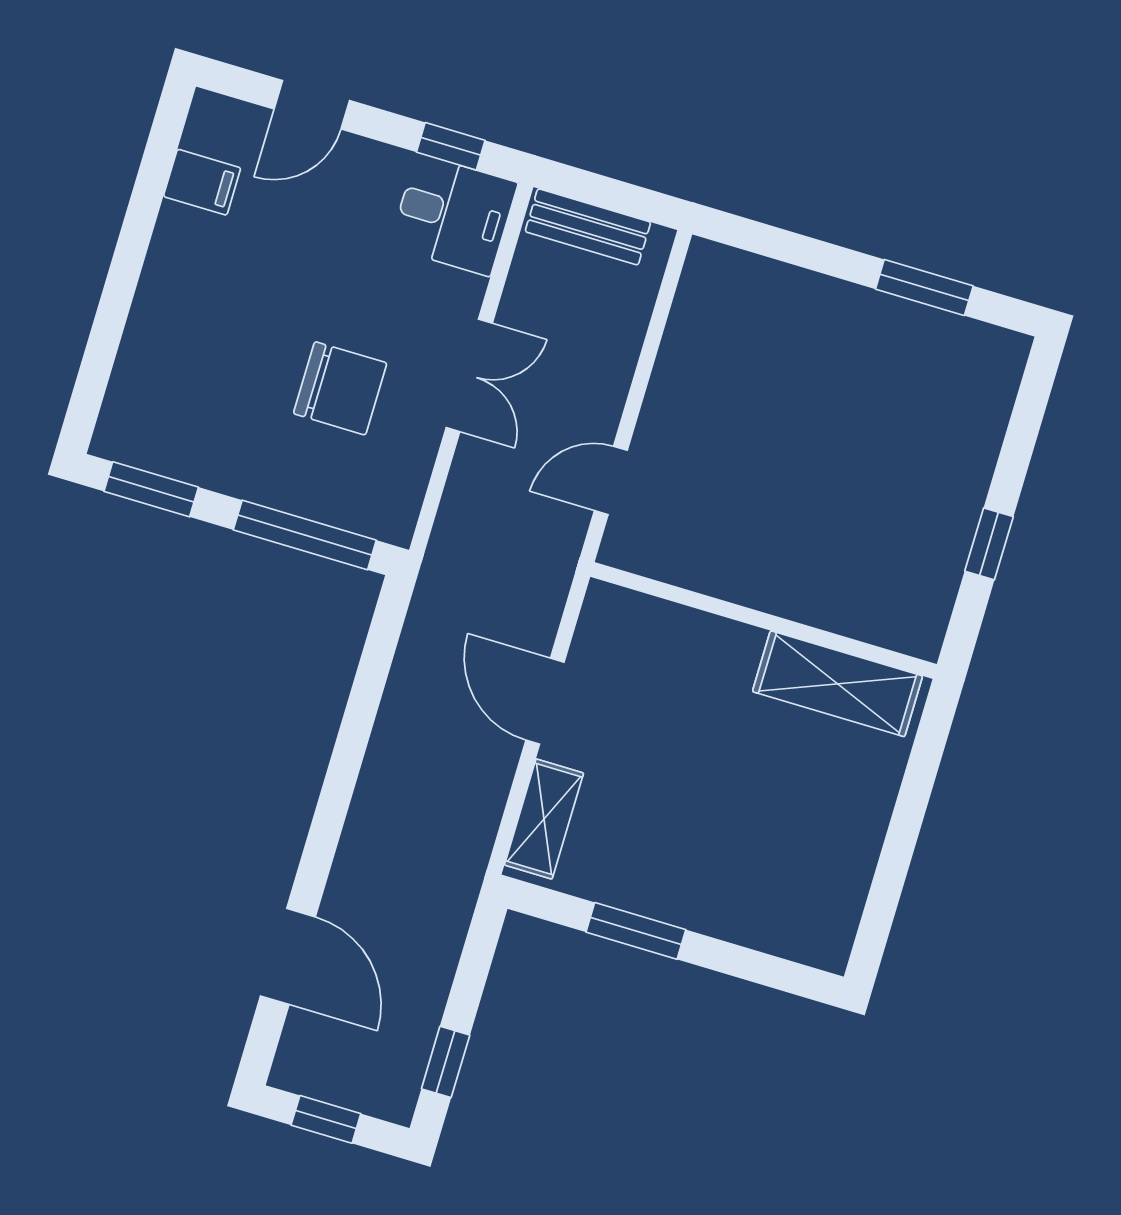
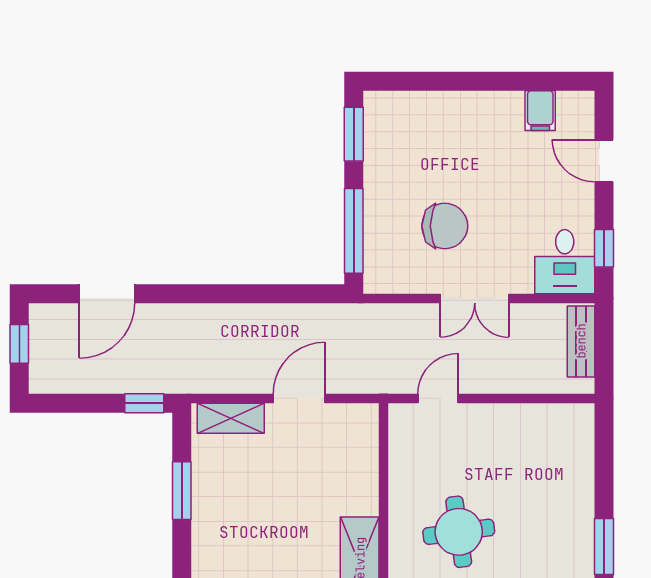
chair: (340, 388) -> (445, 226), turned -90
door: (611, 480) -> (438, 398), hinge flipped
round table: (832, 511) -> (459, 532), added
window: (446, 1062) -> (144, 403), moved

